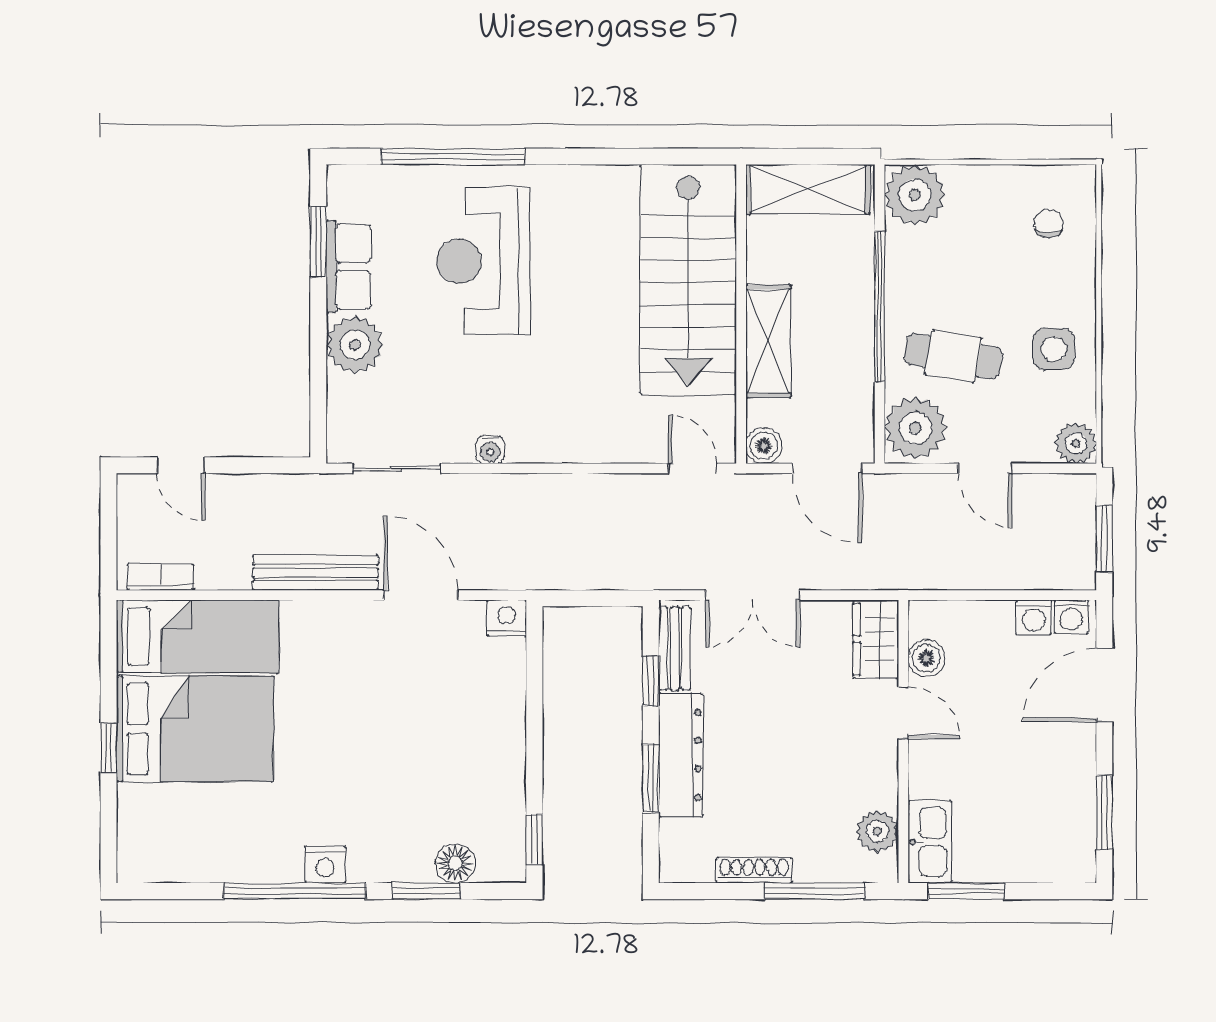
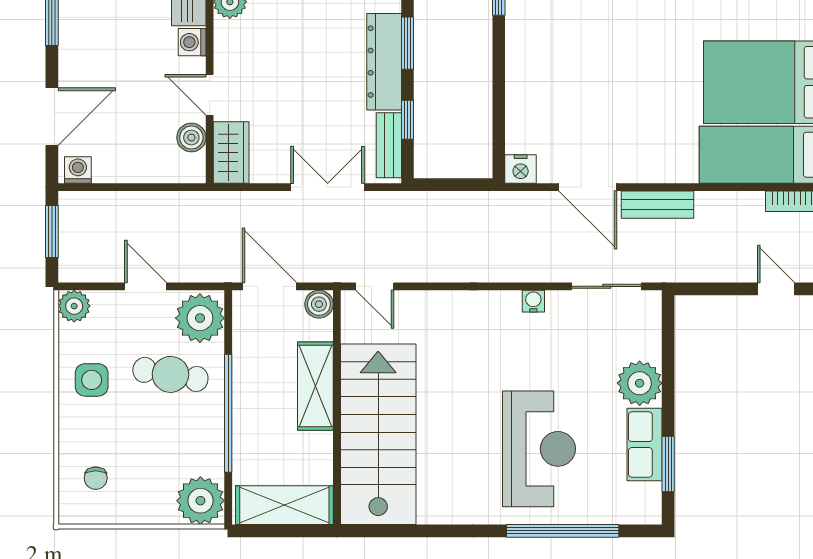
bench: (315, 573) -> (657, 205), width x0.73
washing machine: (1034, 617) -> (192, 42), moved, turned -90

